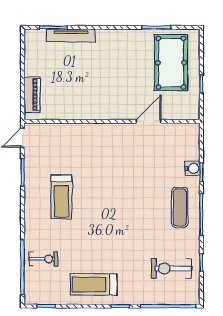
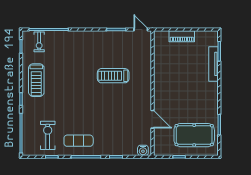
piano: (32, 95) -> (182, 36), moved
water cooler: (192, 168) -> (143, 150), moved
treadmill: (61, 197) -> (113, 76), moved
exercise mat: (180, 207) -> (79, 141), moved
exercise bike: (43, 259) -> (39, 42), moved
treadmill: (94, 284) -> (36, 80), turned 180

